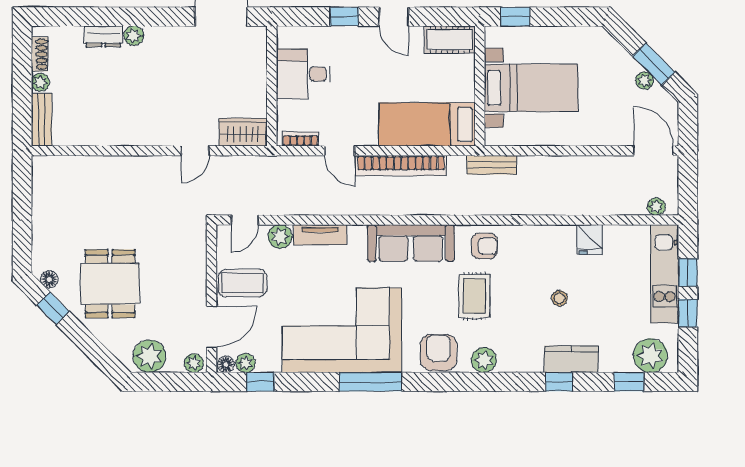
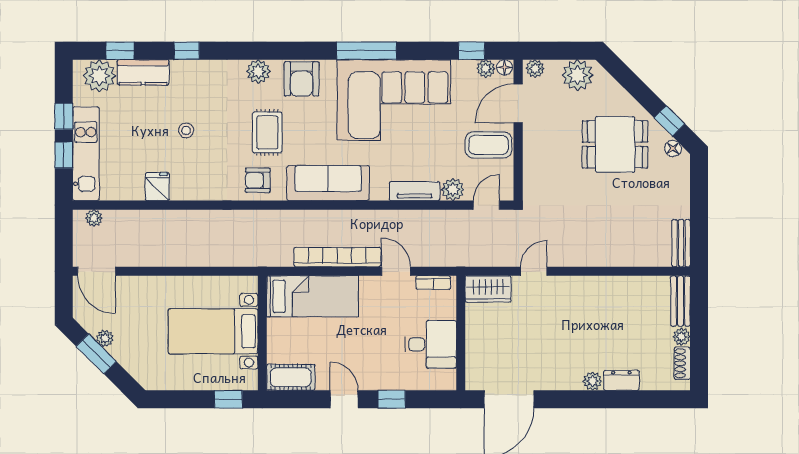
bench: (492, 165) -> (681, 243), moved, turned 90
dining table: (110, 284) -> (615, 144), turned 90
kitchen counter: (571, 359) -> (143, 72), moved

